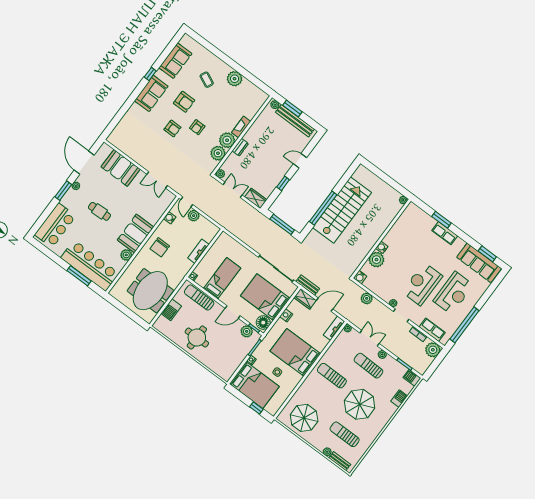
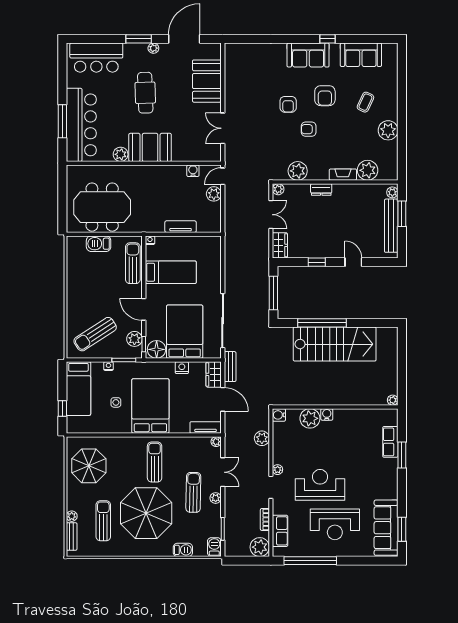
plant: (227, 140) -> (368, 170), moved
cafe table: (100, 211) -> (145, 93), width x1.37, depth x1.35
row of seats: (445, 233) -> (390, 442), moved
chair: (160, 247) -> (154, 183), removed
round table: (197, 338) -> (89, 292), removed
sun lounger: (226, 353) -> (95, 334), added
bed: (254, 385) -> (78, 389), width x0.67
parasol: (360, 404) -> (146, 513), width x1.36, depth x1.36

